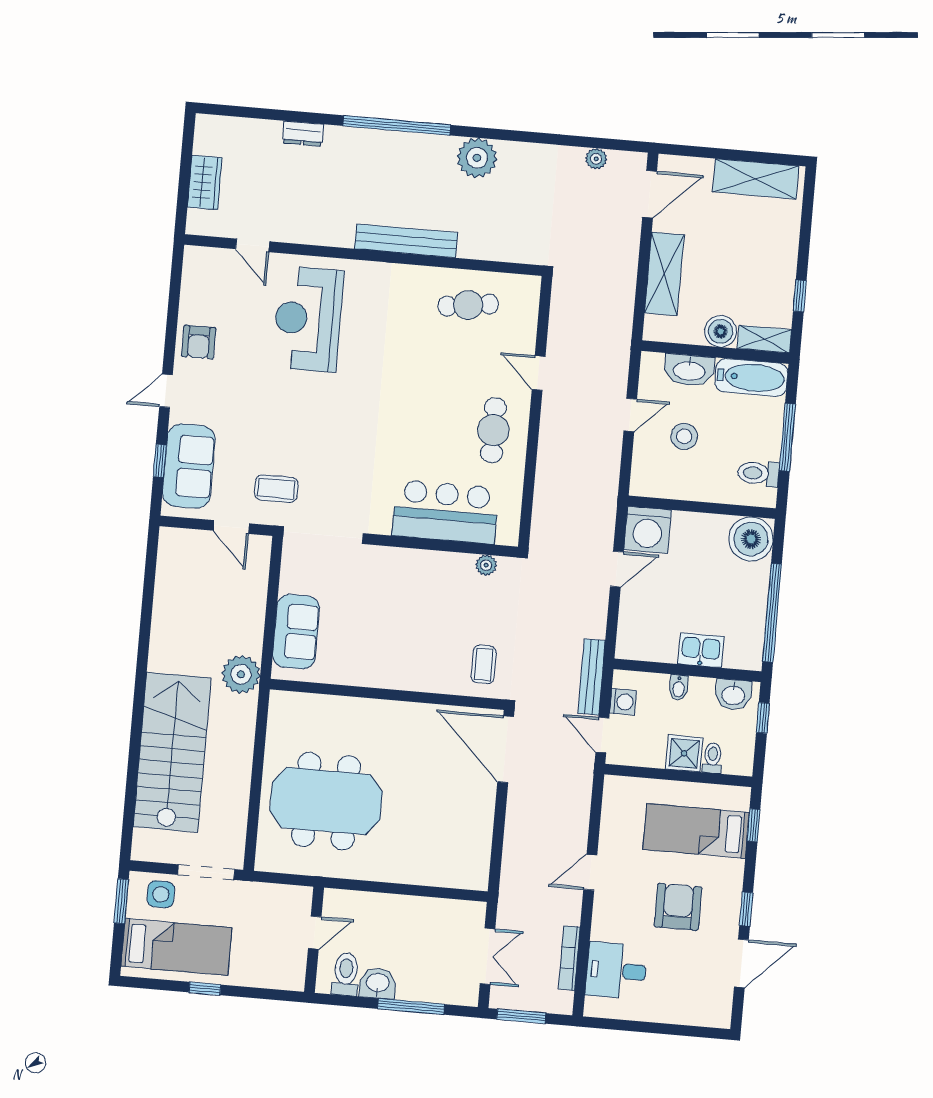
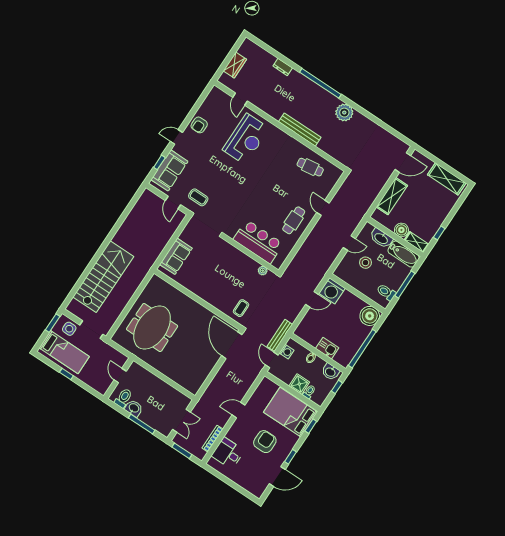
plant: (596, 159) -> (390, 138), removed
reception desk: (308, 319) -> (246, 139), turned 180
plant: (241, 674) -> (146, 261), removed
meeting table: (326, 801) -> (152, 328), turned 90
bed: (696, 831) -> (290, 412), width x1.50
door: (315, 933) -> (120, 376), swing flipped

